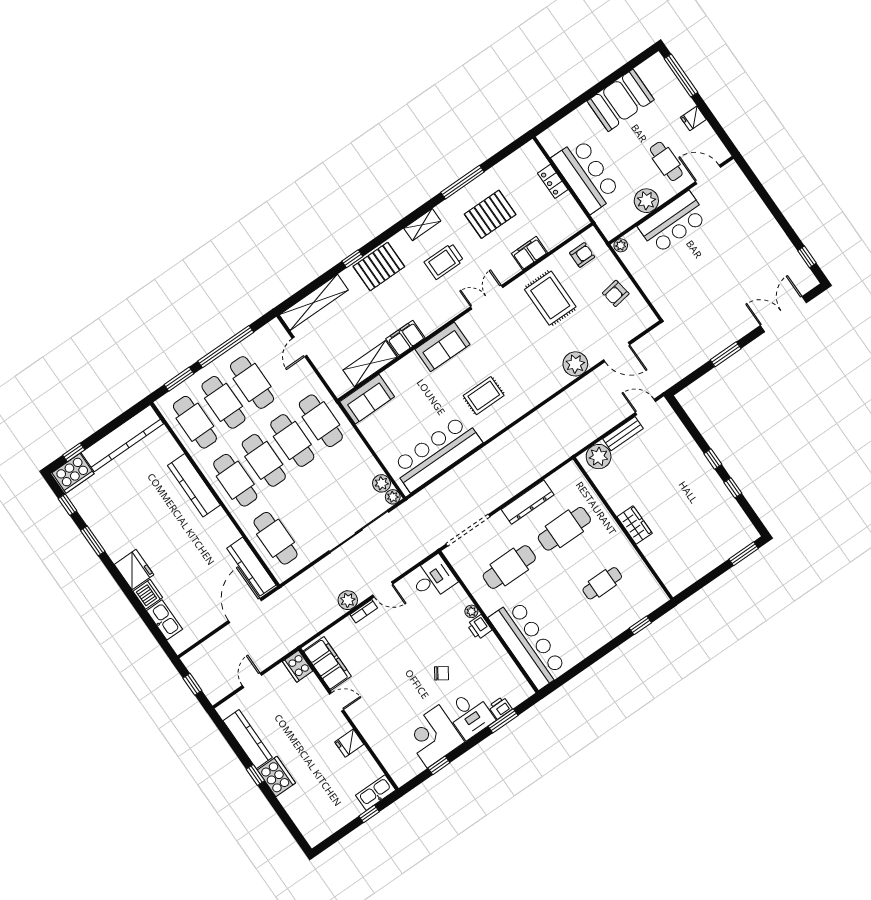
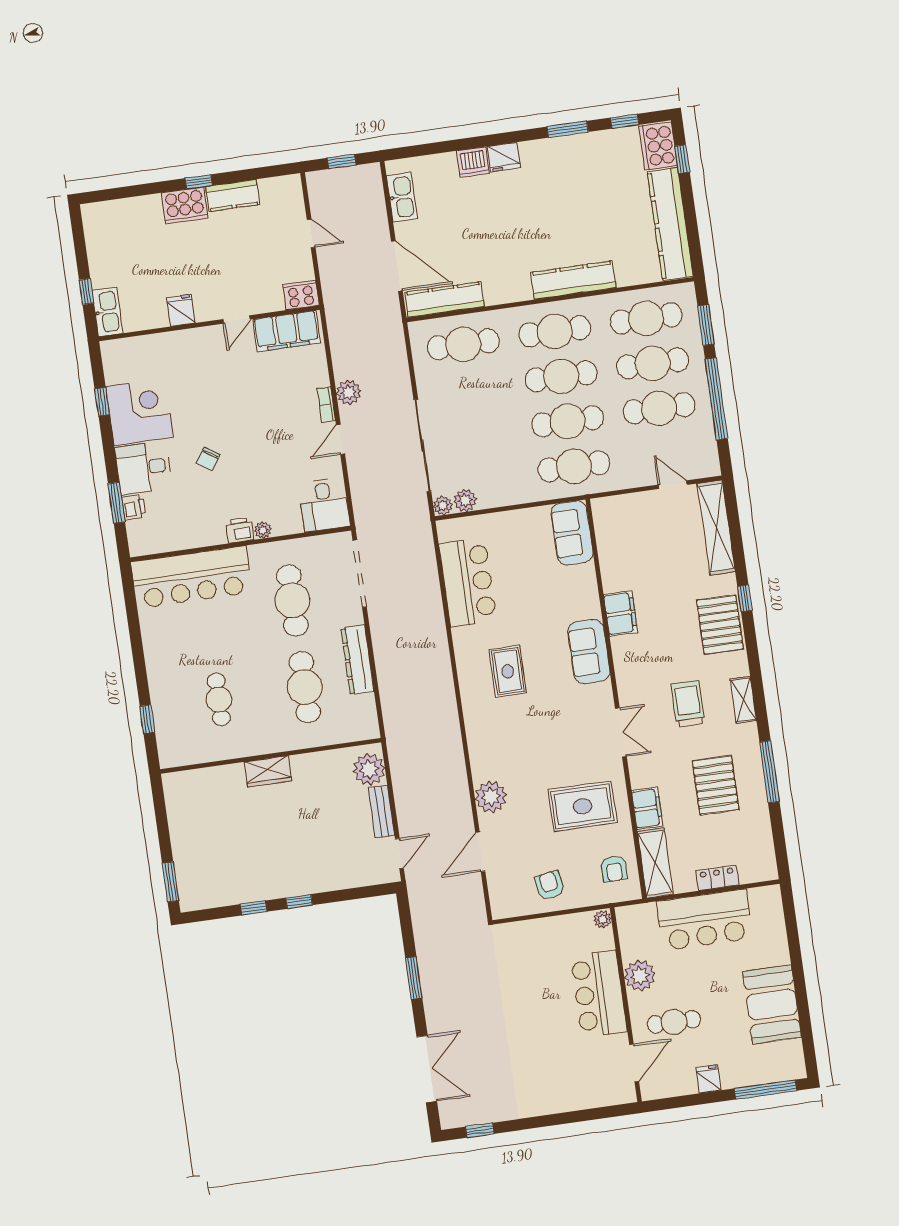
shelving: (370, 364) -> (655, 863), moved
bar counter: (437, 453) -> (468, 582), width x0.73
fridge: (134, 570) -> (504, 157), width x0.73, depth x0.75
kitchen sink: (164, 620) -> (402, 197), moved, turned -90
kitchen counter: (248, 739) -> (233, 196), width x0.67

